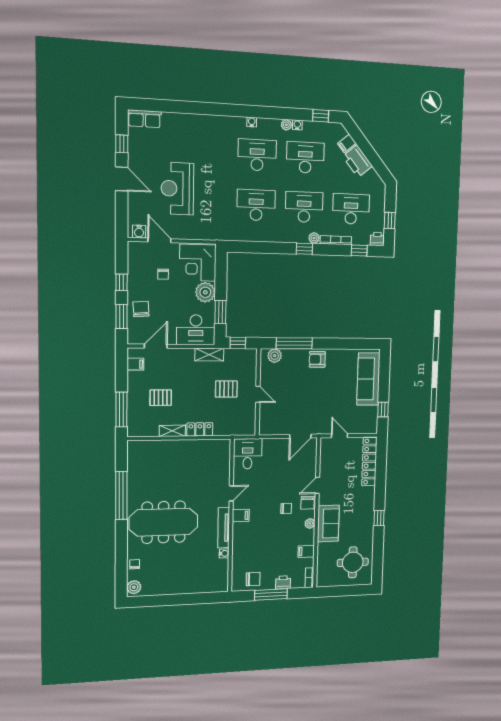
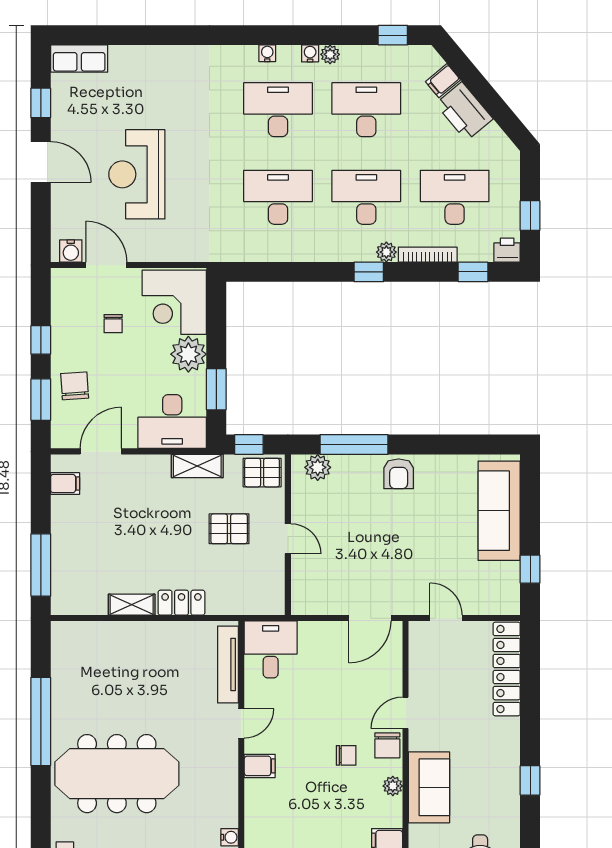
water cooler: (297, 125) -> (310, 53), moved
armchair: (317, 359) -> (399, 474), turned -90
pallet: (161, 398) -> (262, 473), moved
tv unit: (224, 528) -> (228, 664), moved

